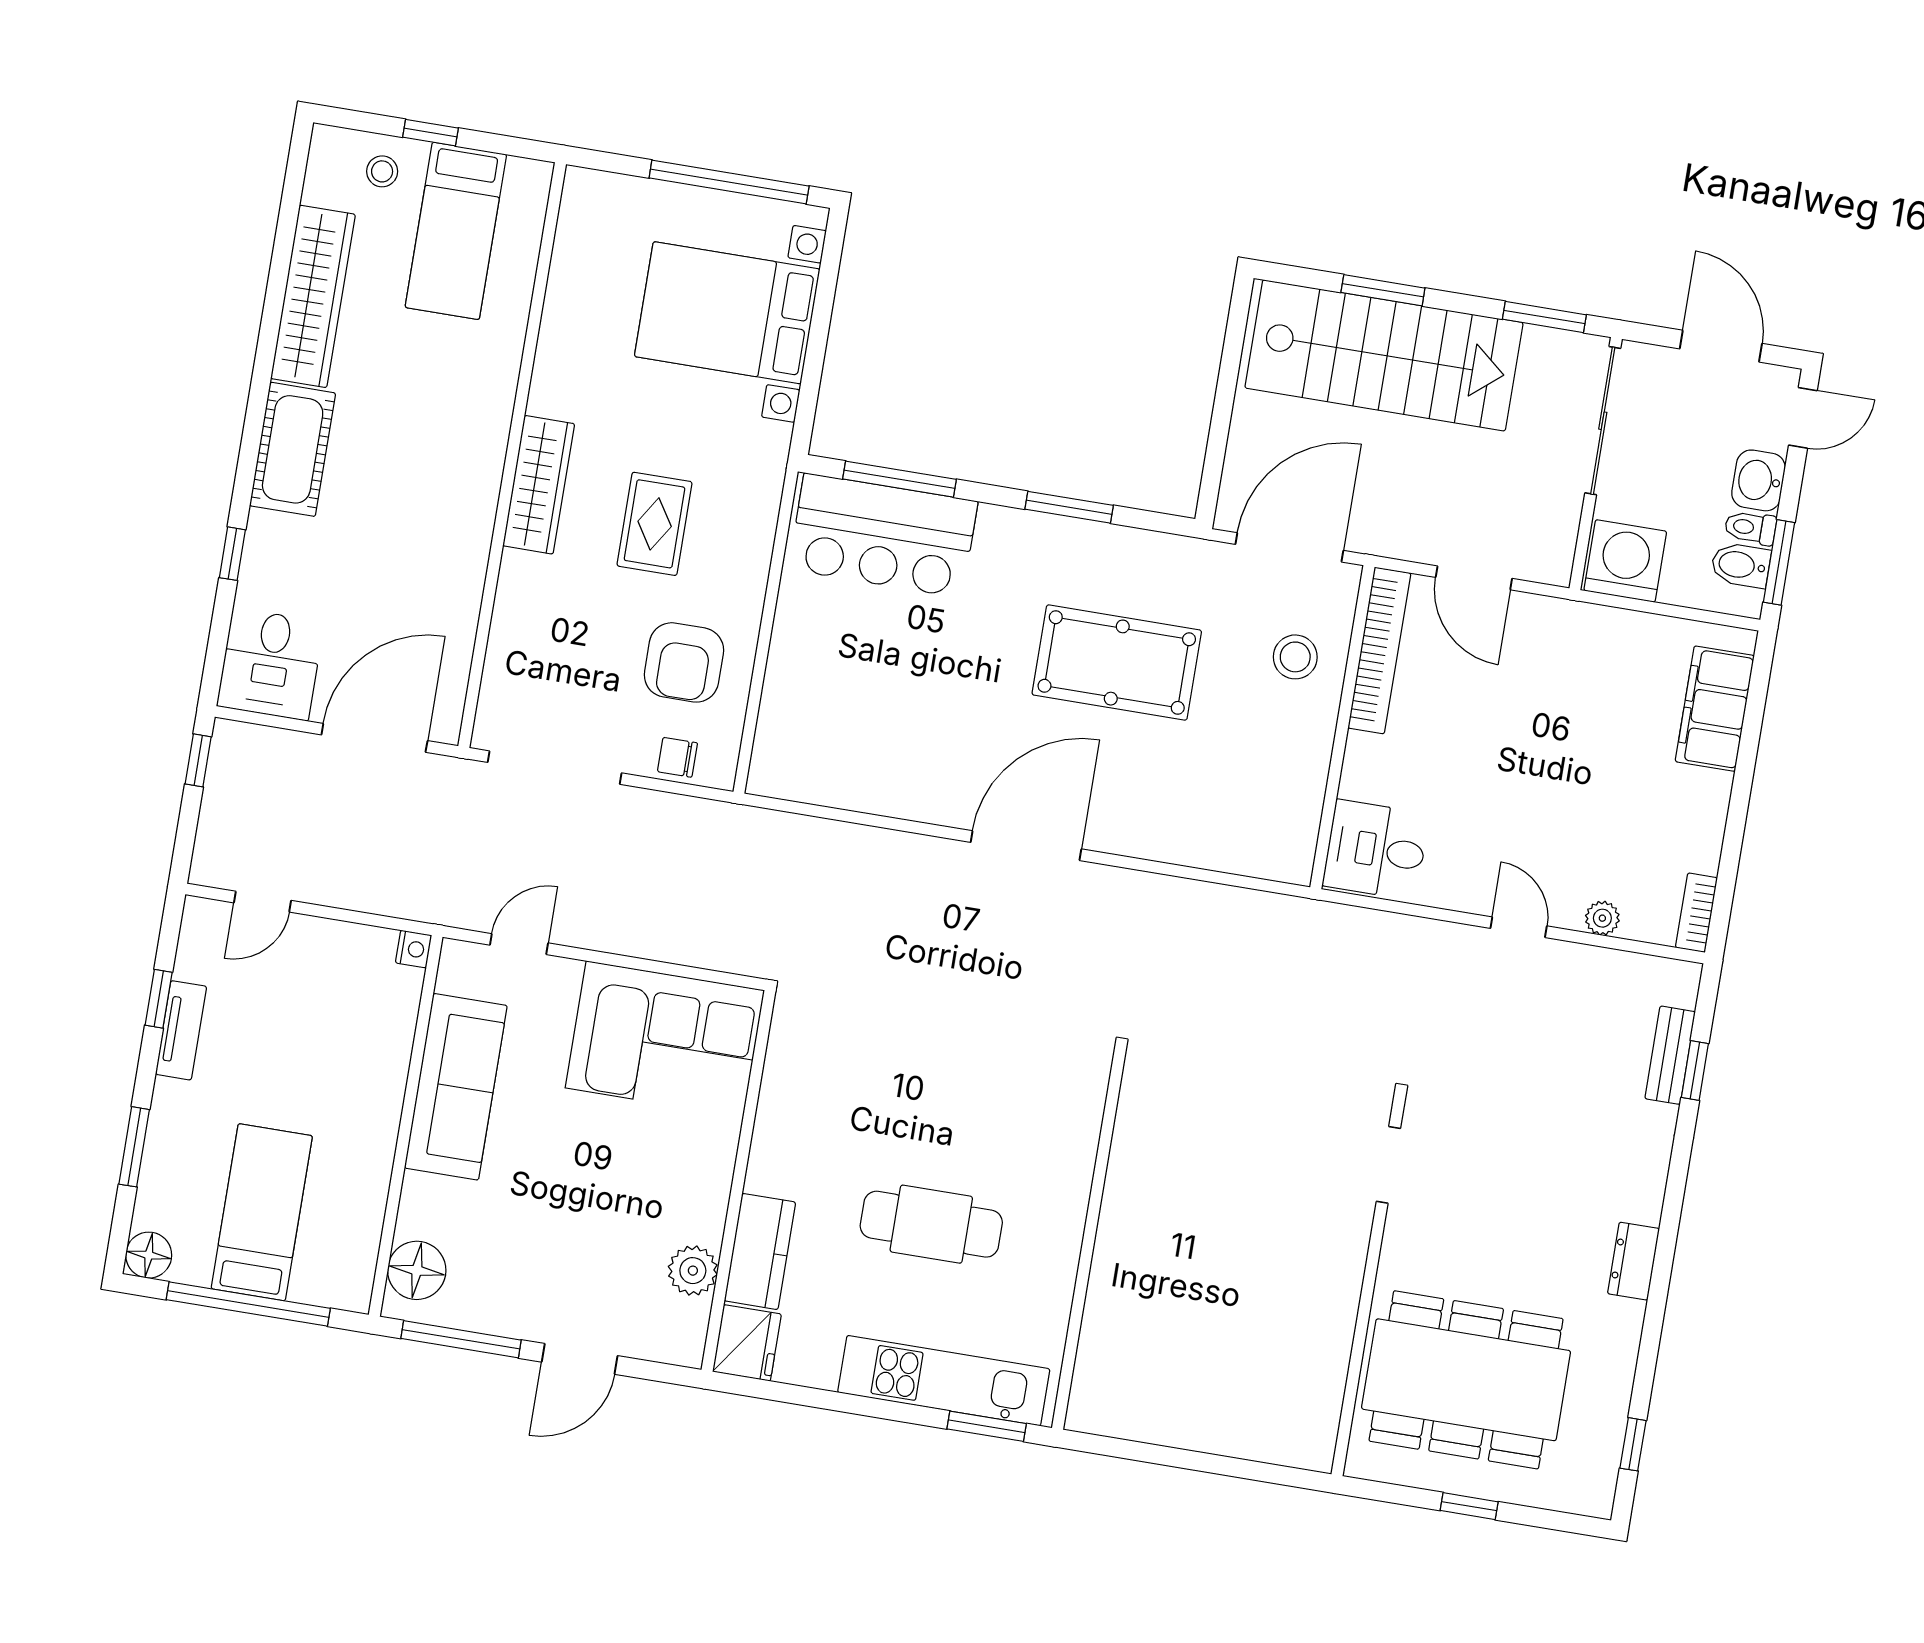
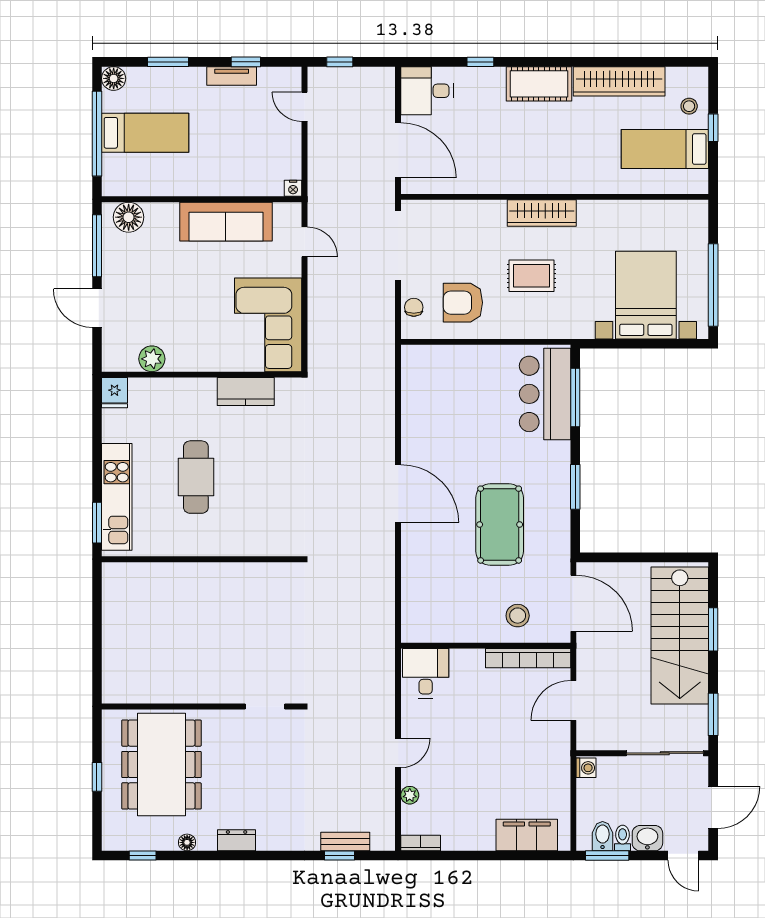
washing machine: (1625, 561) -> (586, 768), width x0.53, depth x0.53
window: (198, 760) -> (340, 62), moved
kitchen counter: (760, 1251) -> (246, 392), moved
fridge: (747, 1343) -> (114, 393), width x0.72
floor lamp: (1622, 1356) -> (187, 842), added

